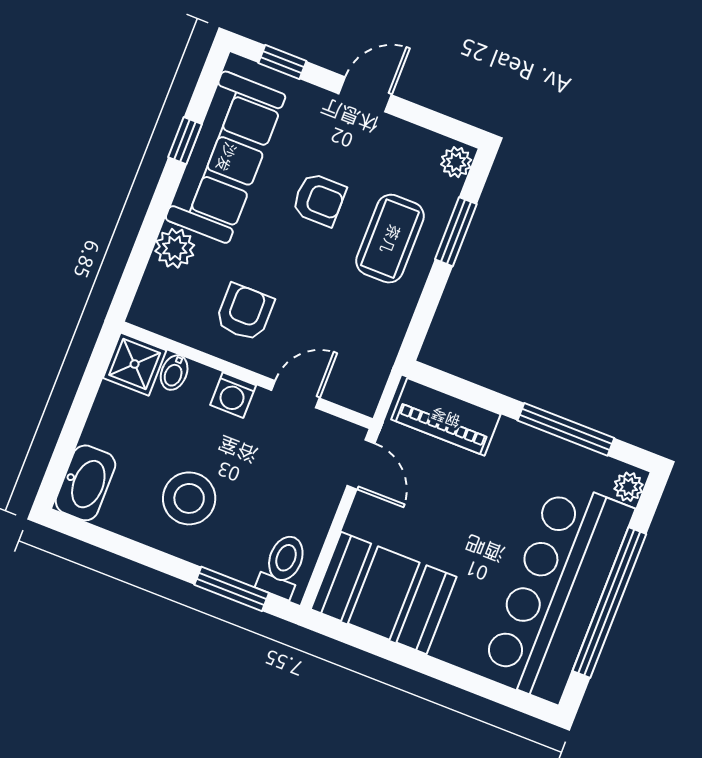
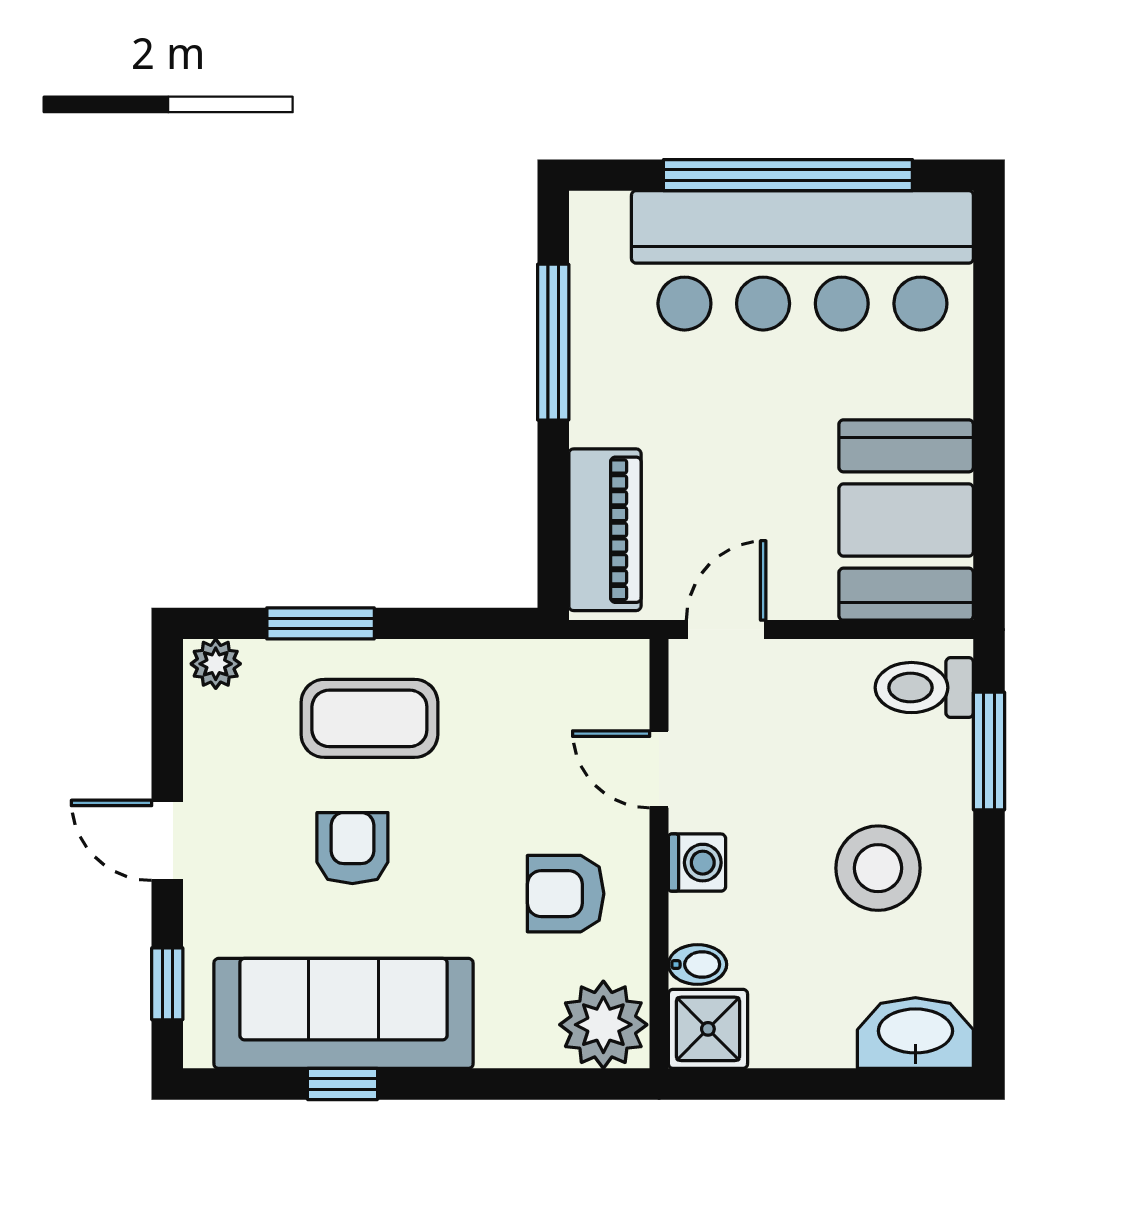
plant: (175, 248) -> (603, 1025), moved, width x1.36, depth x1.36
plant: (628, 487) -> (603, 214), removed

